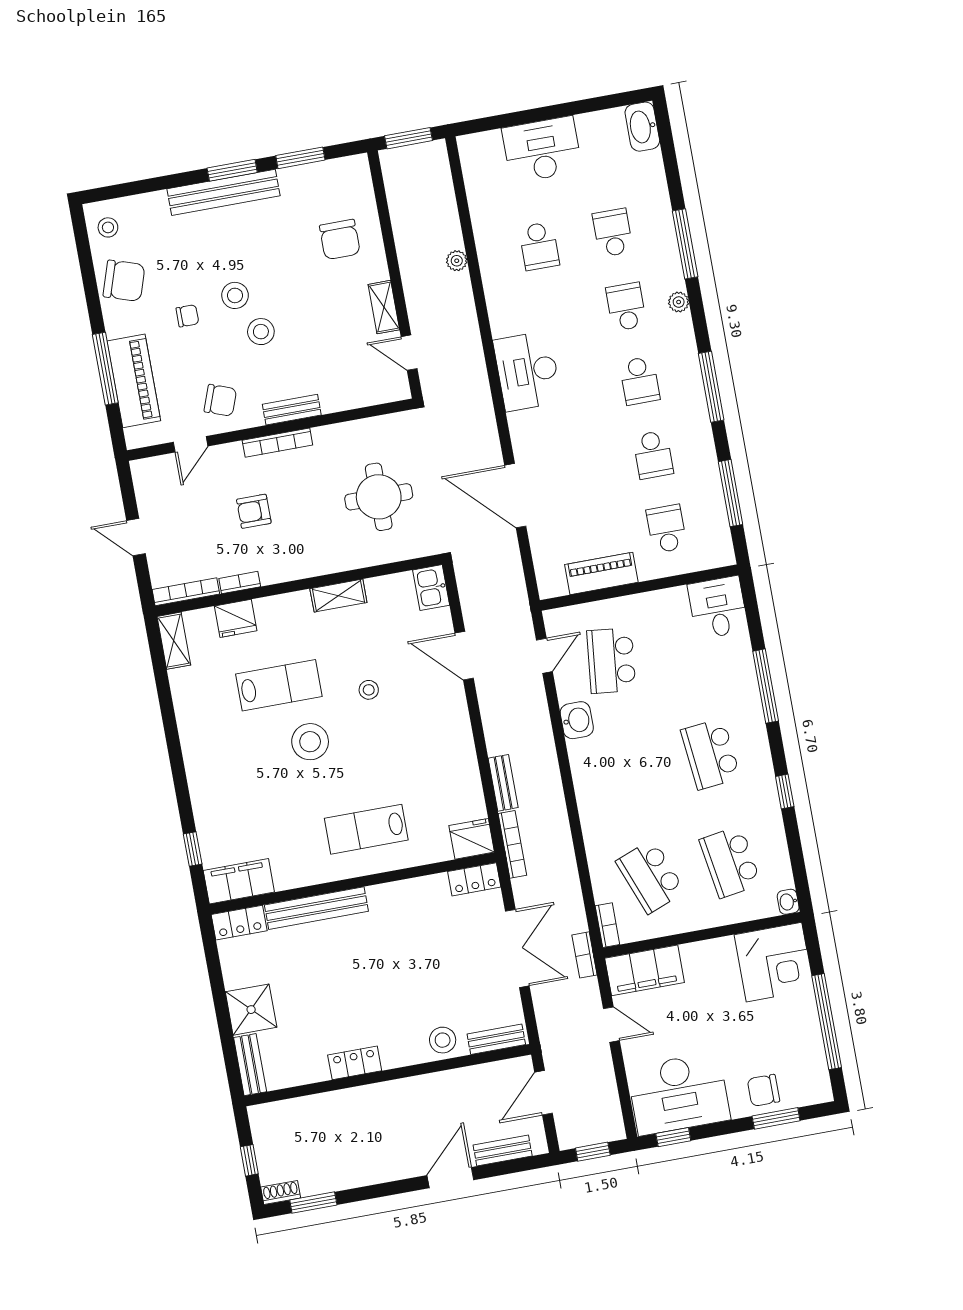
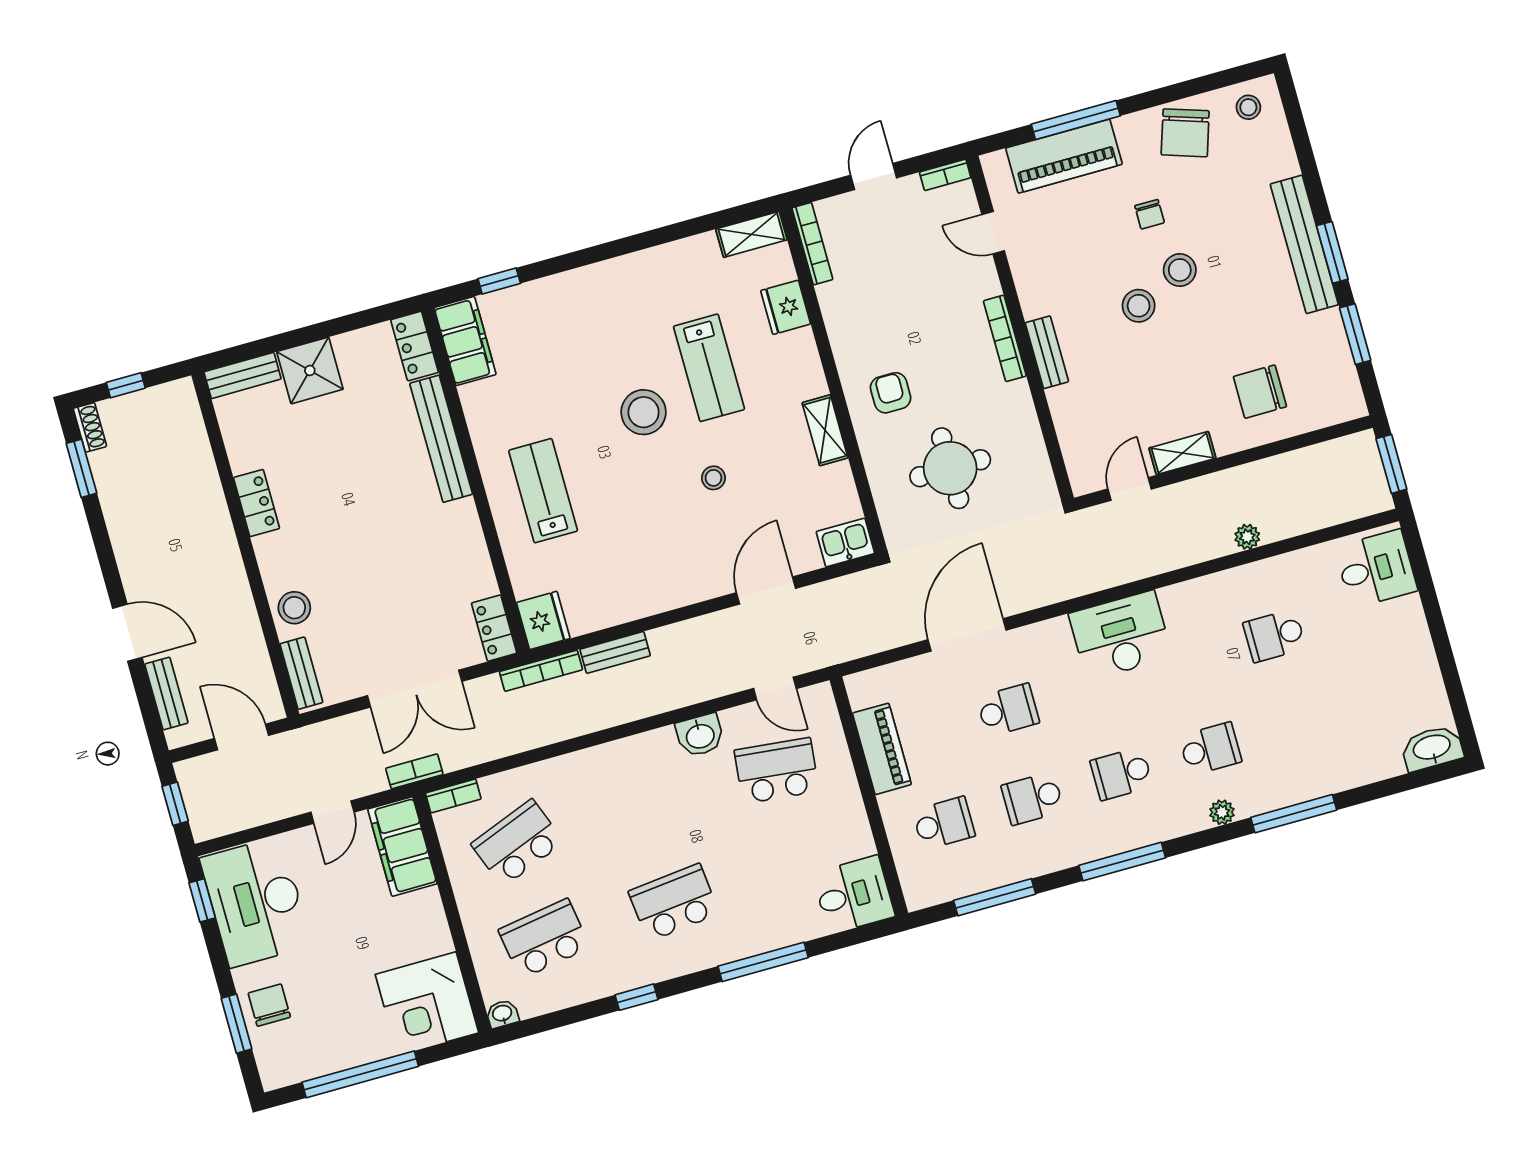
desk: (542, 150) -> (1376, 569), moved, width x0.73
school desk: (613, 233) -> (1008, 710), moved
chair: (220, 400) -> (1050, 264), removed
armchair: (254, 511) -> (891, 393), moved
bookcase: (240, 583) -> (945, 175), moved, turned 90

